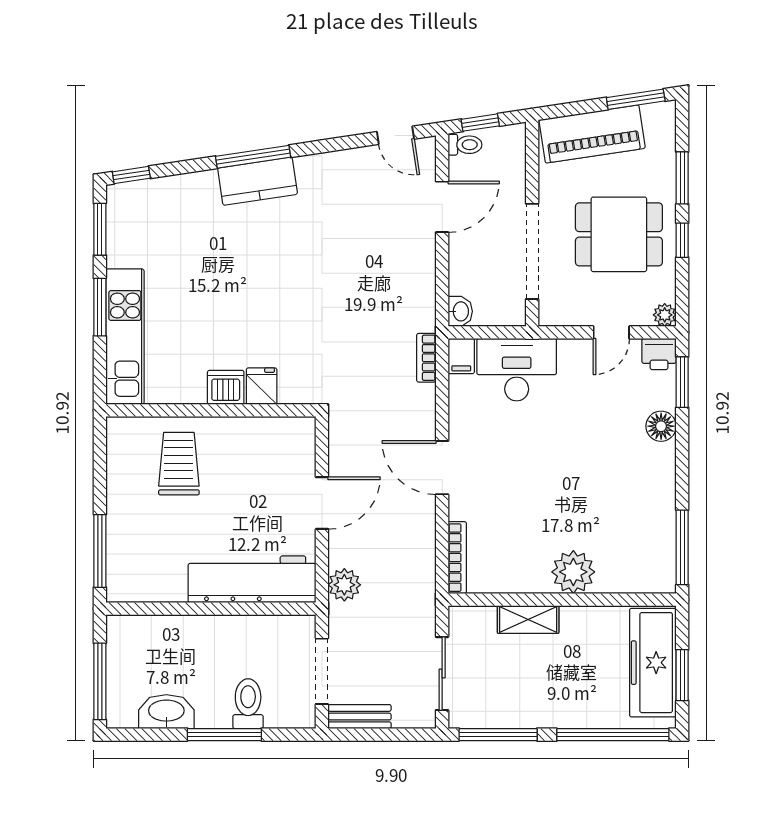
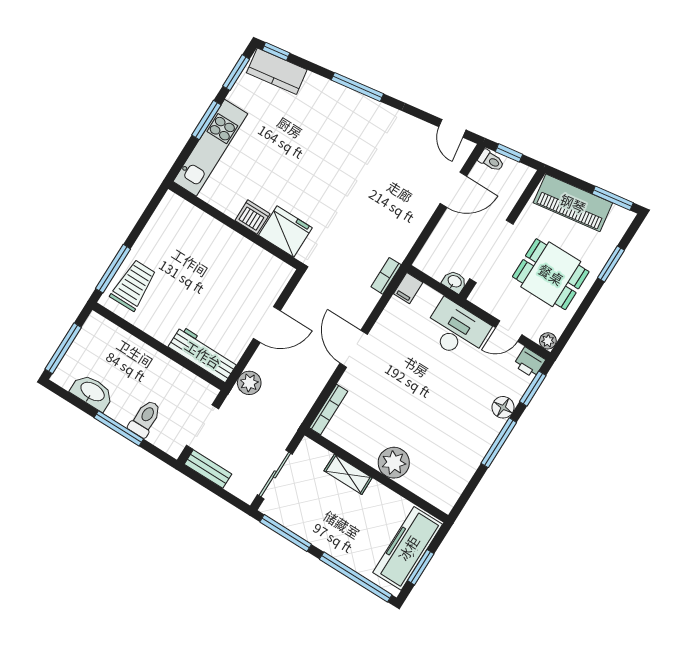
kitchen counter: (258, 181) -> (277, 71), moved
window: (682, 240) -> (587, 302), removed
washbasin: (460, 311) -> (454, 282), moved, turned -90
desk: (517, 370) -> (456, 330), moved
fridge: (262, 386) -> (285, 232), width x1.88, depth x1.34
trolley: (179, 464) -> (133, 285), moved
window: (682, 547) -> (499, 443), moved
workbench: (252, 579) -> (203, 354), width x0.73, depth x0.76

